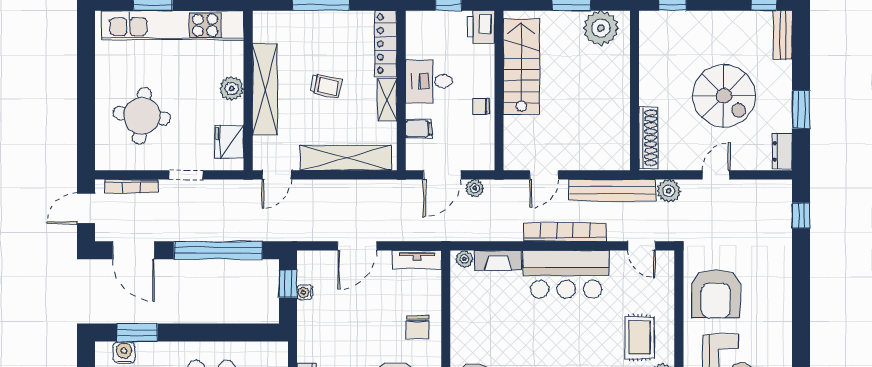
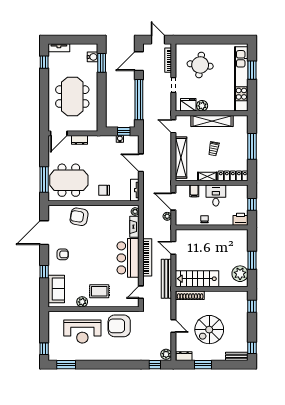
stairs: (521, 66) -> (197, 279), moved, turned 180
plant: (232, 88) -> (202, 106), moved
plant: (669, 191) -> (166, 354), moved

